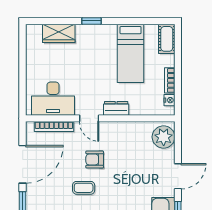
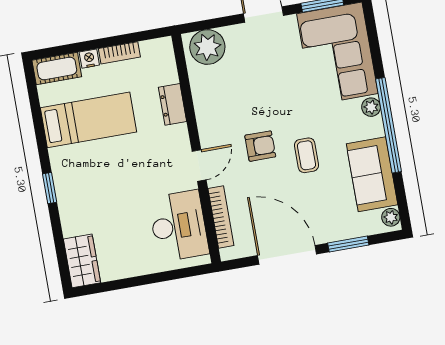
wardrobe: (59, 33) -> (82, 261), moved
nightstand: (169, 100) -> (89, 59), moved
dresser: (116, 108) -> (172, 104), moved
armchair: (95, 159) -> (260, 146), turned -90

